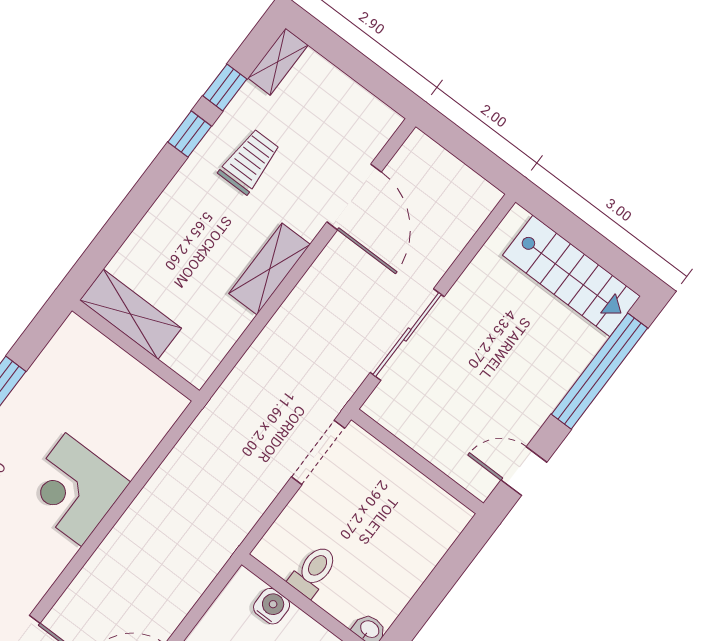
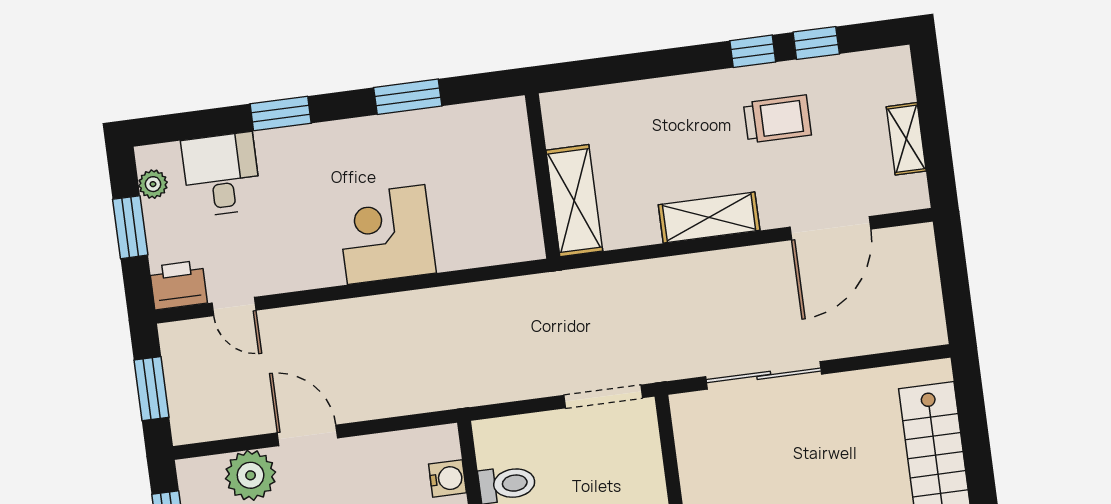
shelving: (278, 62) -> (906, 139), moved, turned 90
shelving: (131, 314) -> (574, 201), moved

